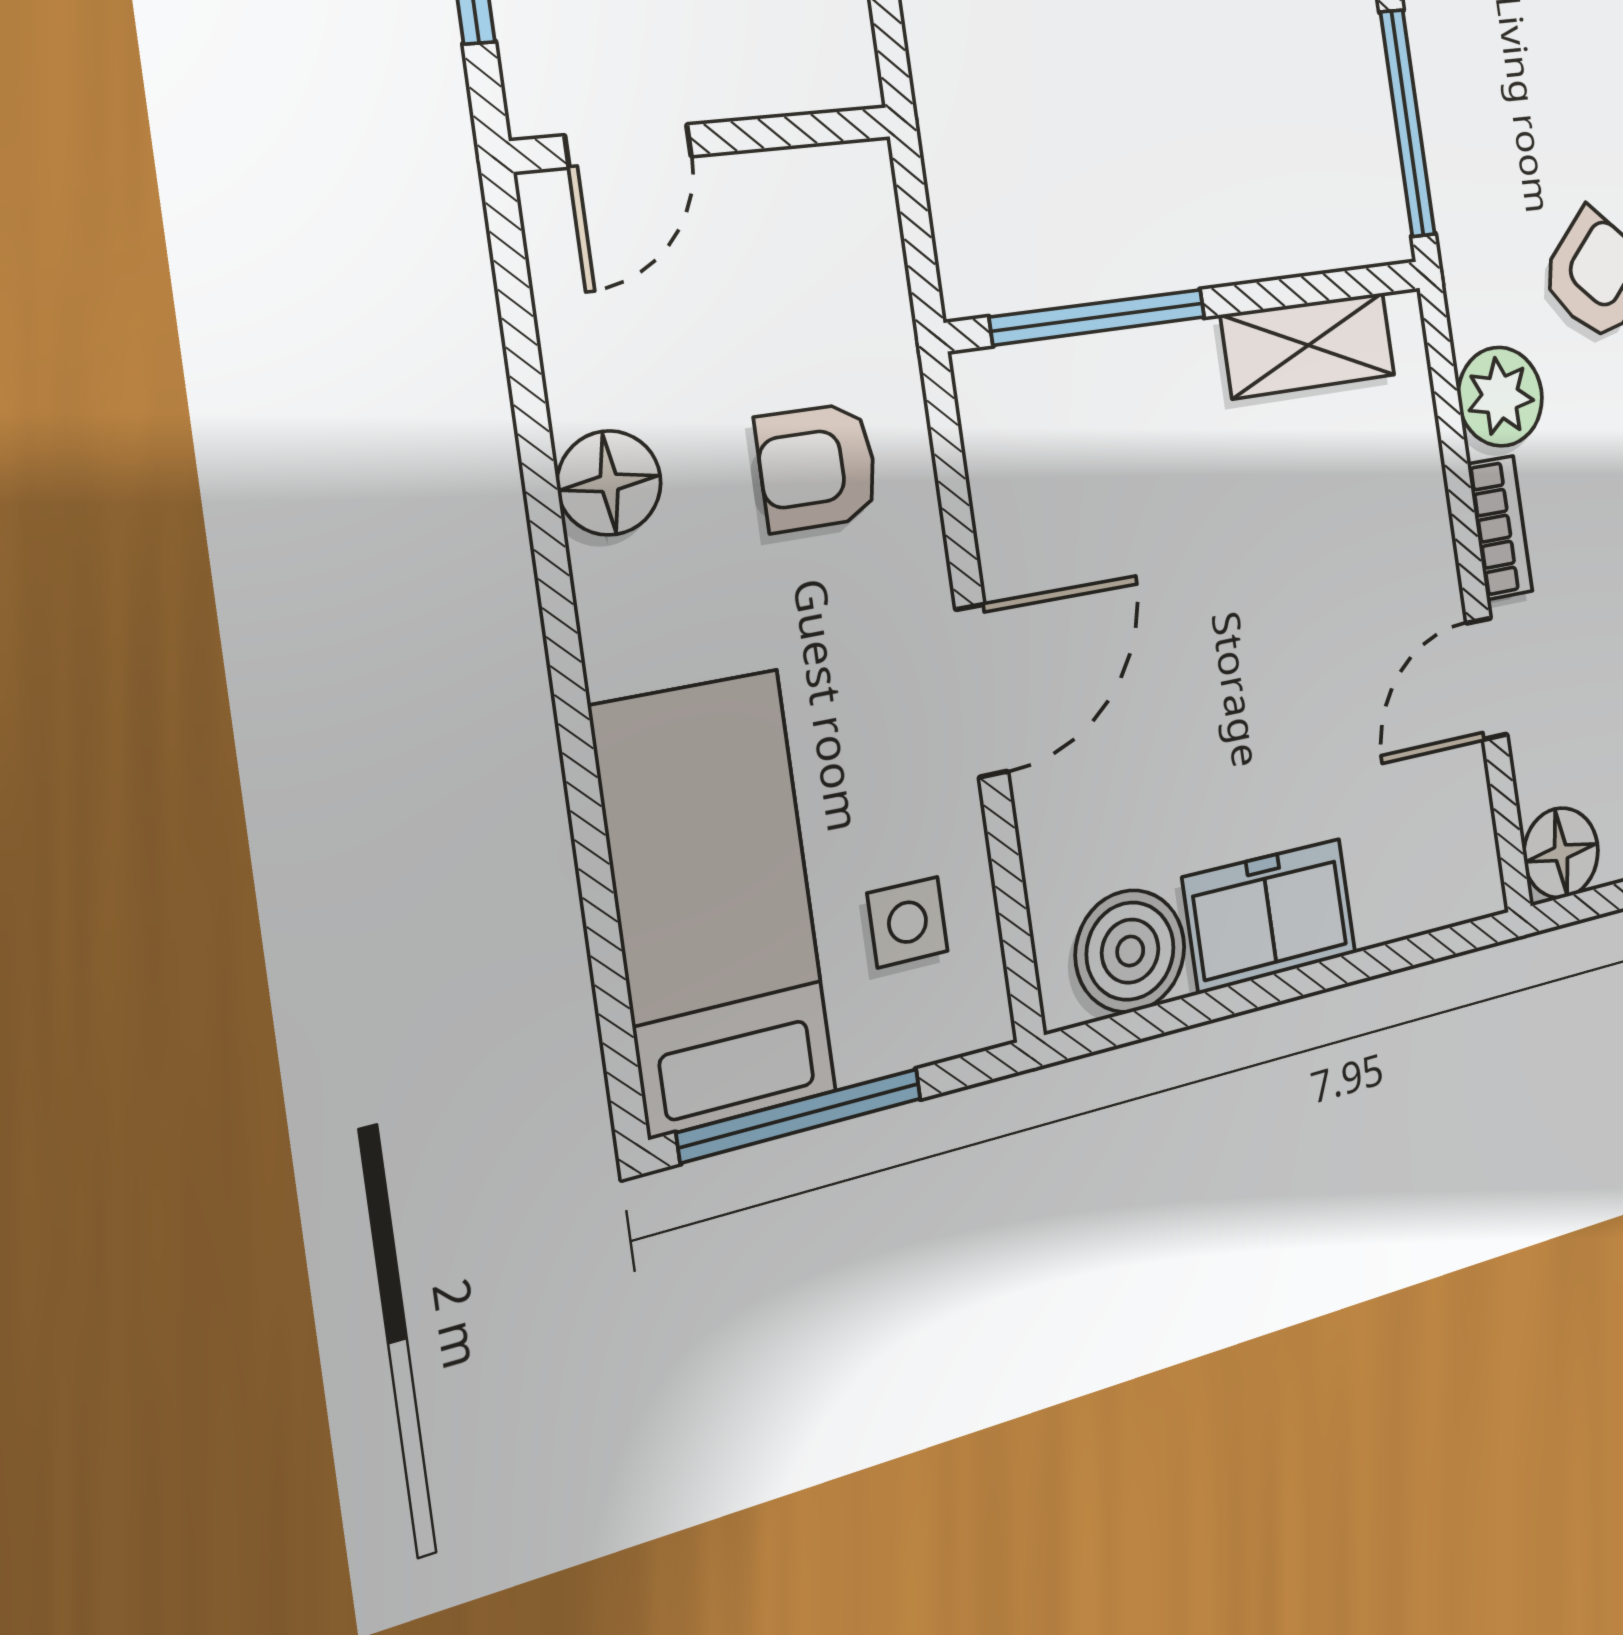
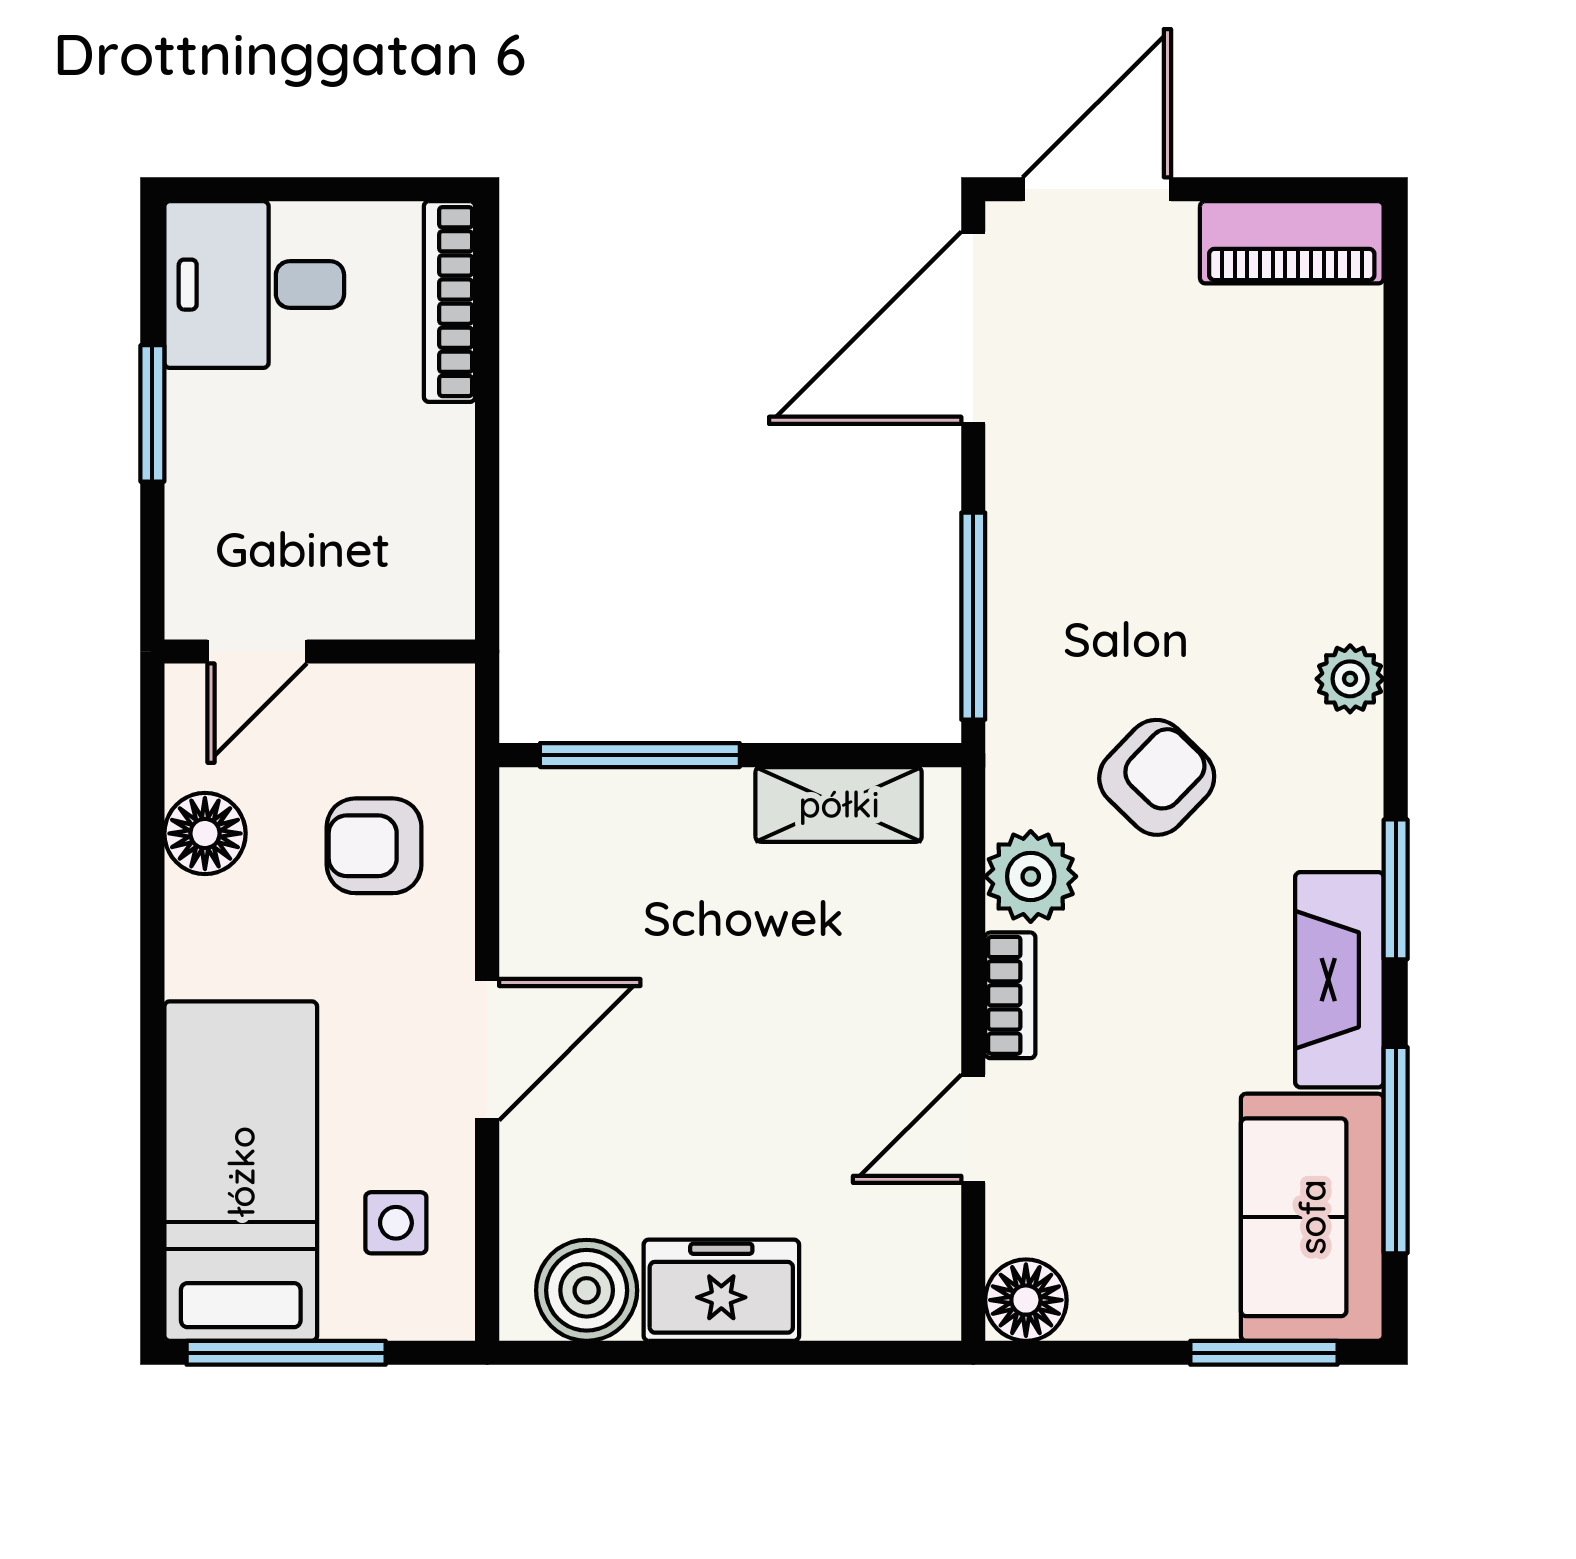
wall: (706, 139) -> (320, 651), moved
door: (629, 146) -> (257, 651), moved

